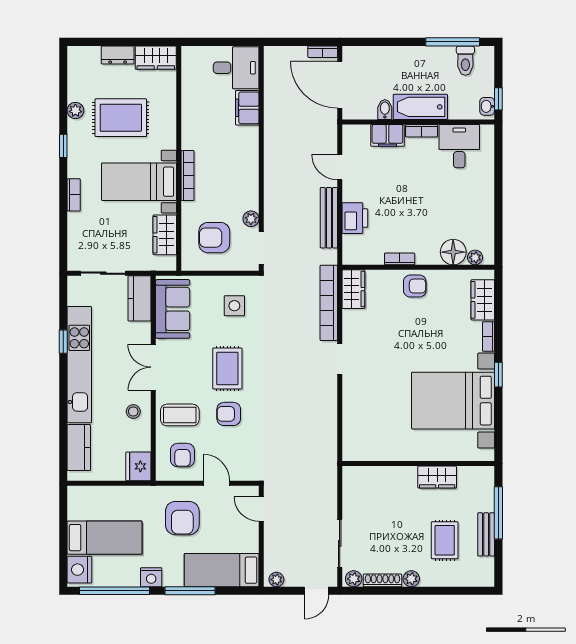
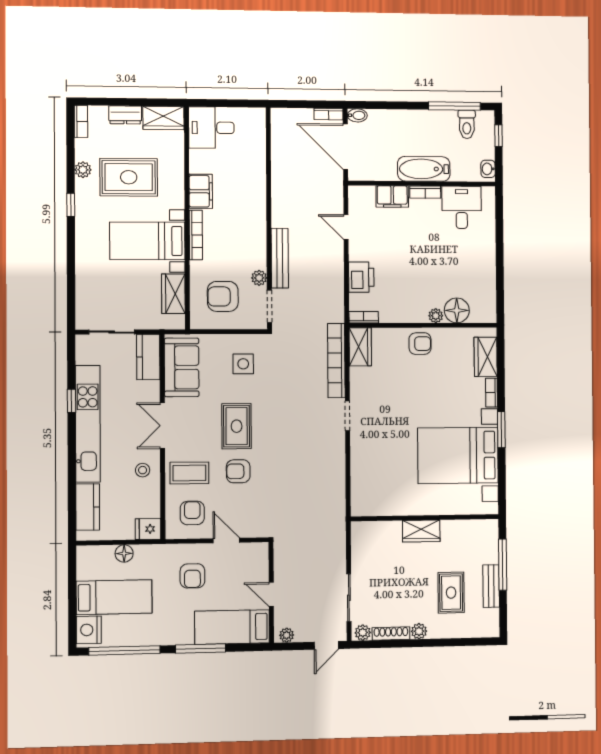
desk: (236, 68) -> (211, 128), moved, turned 180
window: (498, 99) -> (498, 136), moved
filing cabinet: (247, 108) -> (201, 191), moved, turned 180
bidet: (385, 110) -> (357, 115), moved, turned 90
bookcase: (74, 195) -> (81, 121), moved
bench: (329, 218) -> (280, 258), moved
plant: (475, 257) -> (436, 316), moved
bookcase: (400, 259) -> (364, 317), moved
window: (498, 375) -> (501, 430), width x1.50
armchair: (182, 455) -> (192, 513), turned 180
fridge: (138, 466) -> (148, 529), width x0.72
wardrobe: (437, 477) -> (421, 531), moved
floor lamp: (115, 494) -> (124, 553), added
door: (261, 509) -> (271, 594), moved
armchair: (182, 518) -> (192, 576), width x0.72, depth x0.72
nightstand: (151, 577) -> (161, 636), removed

